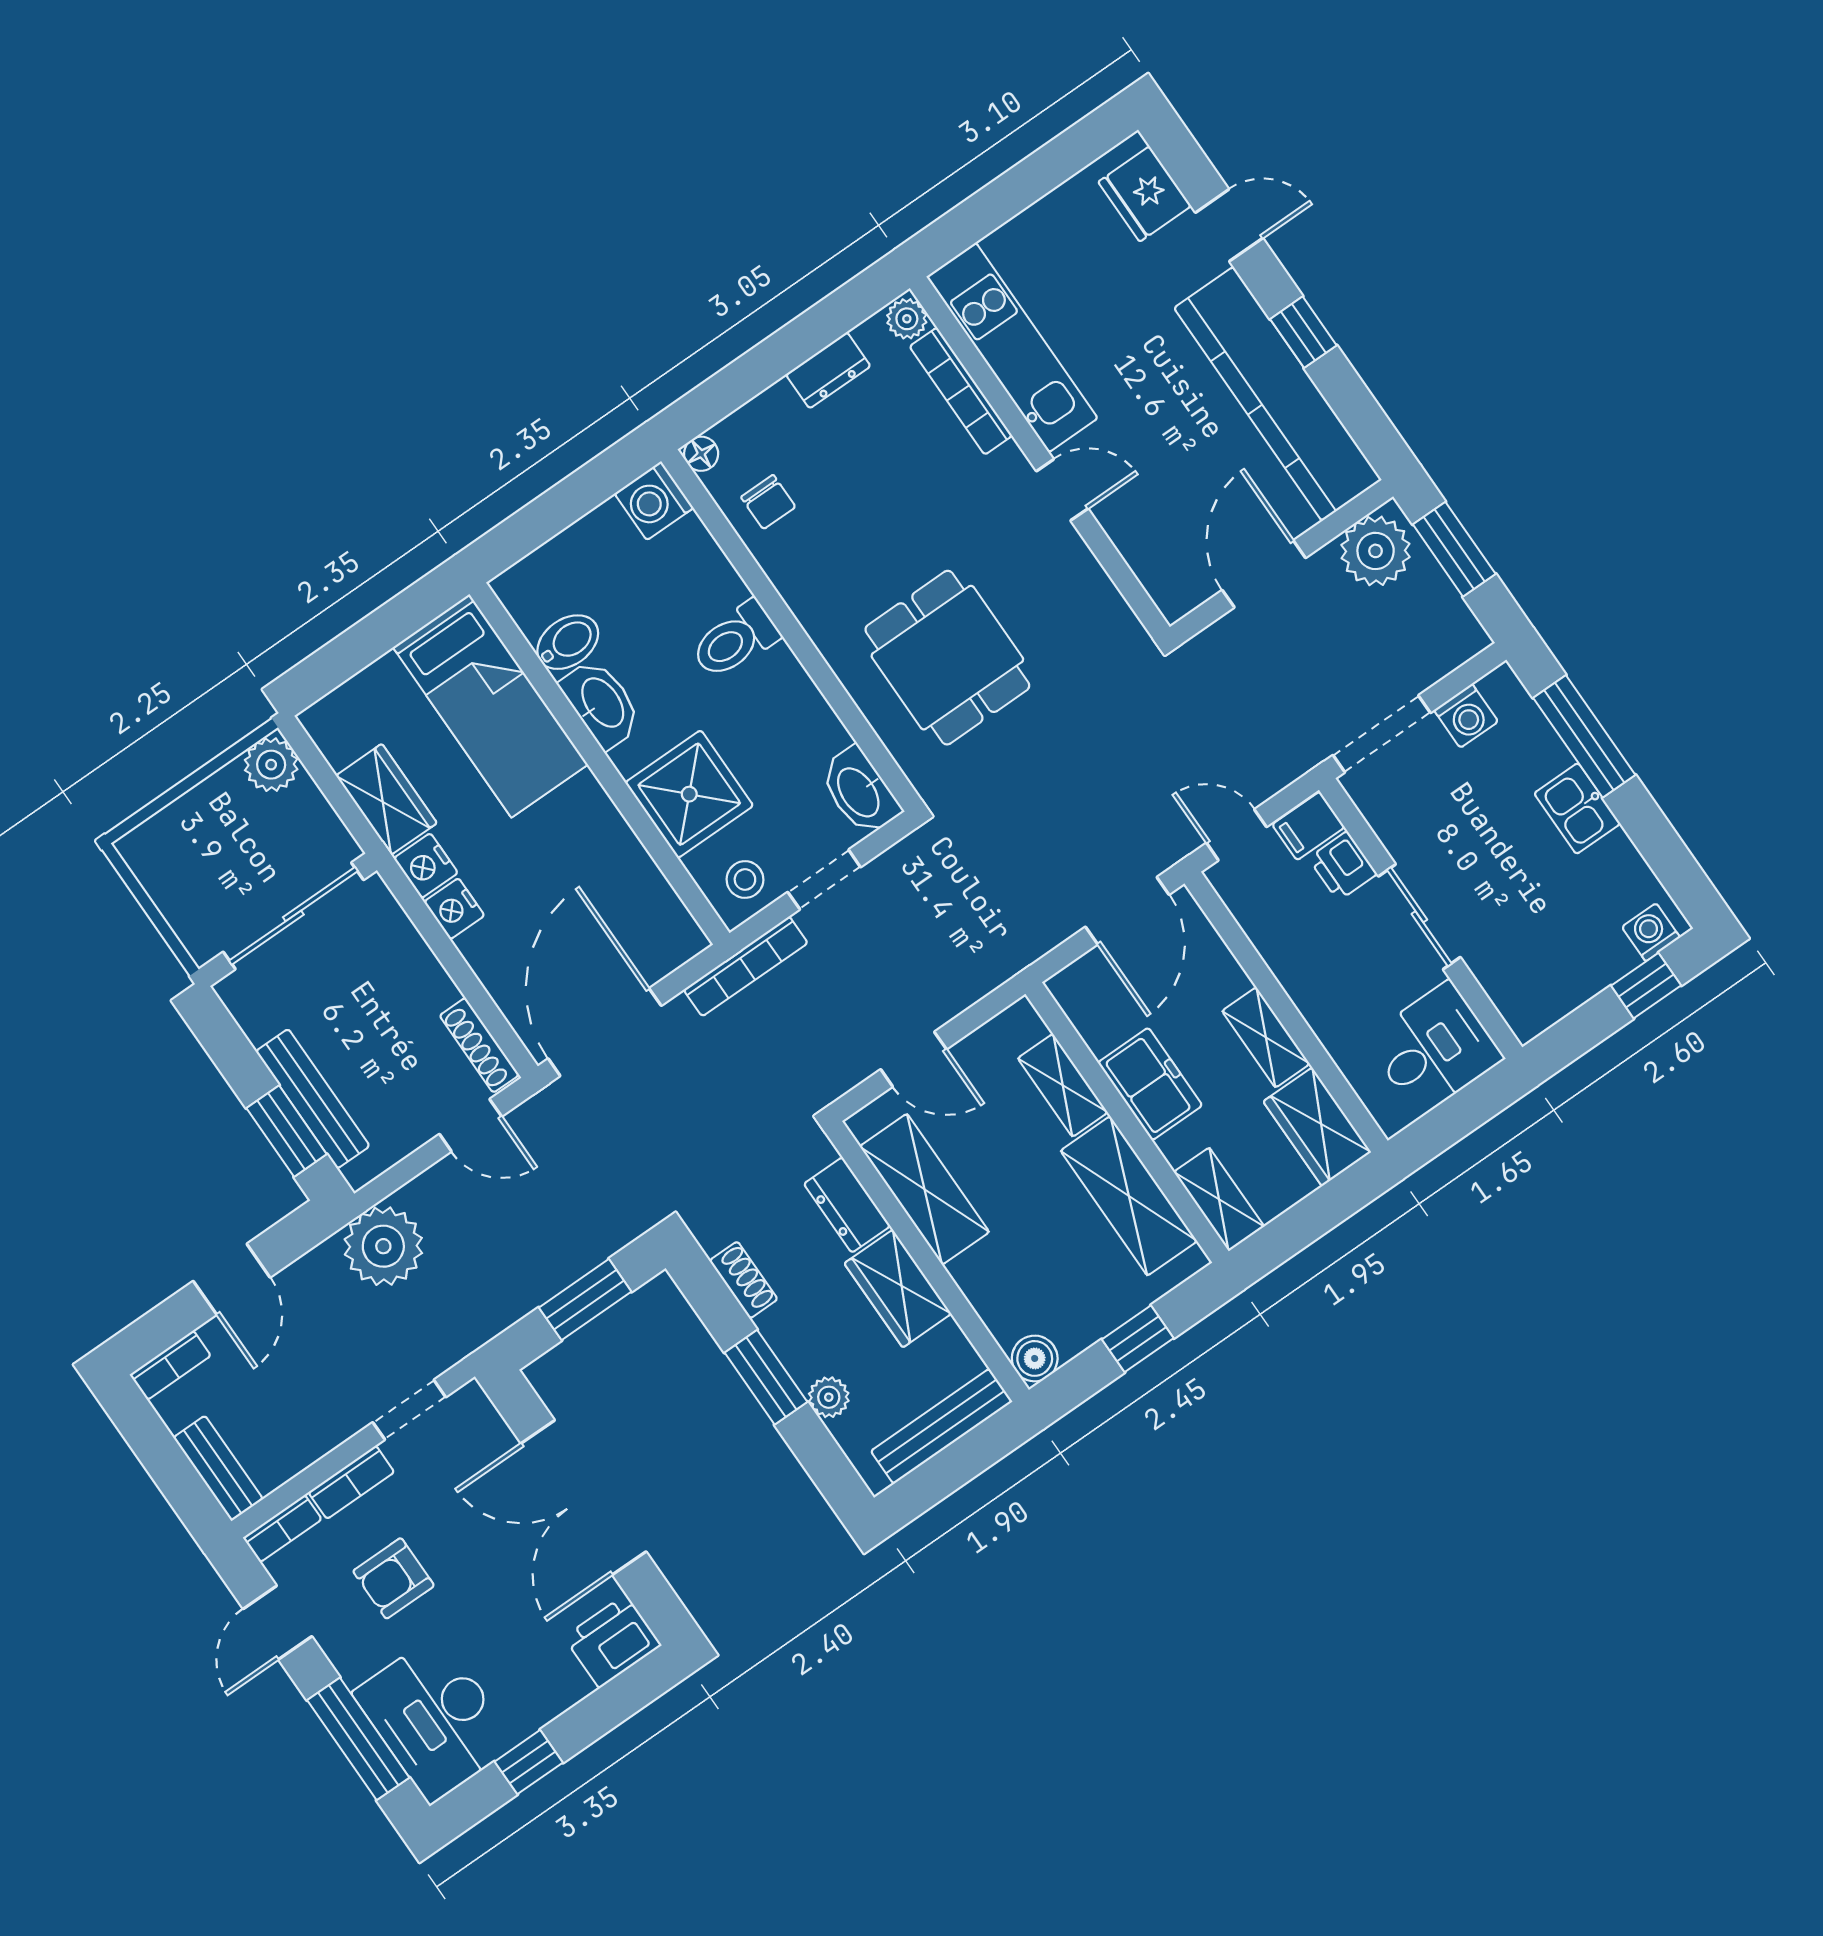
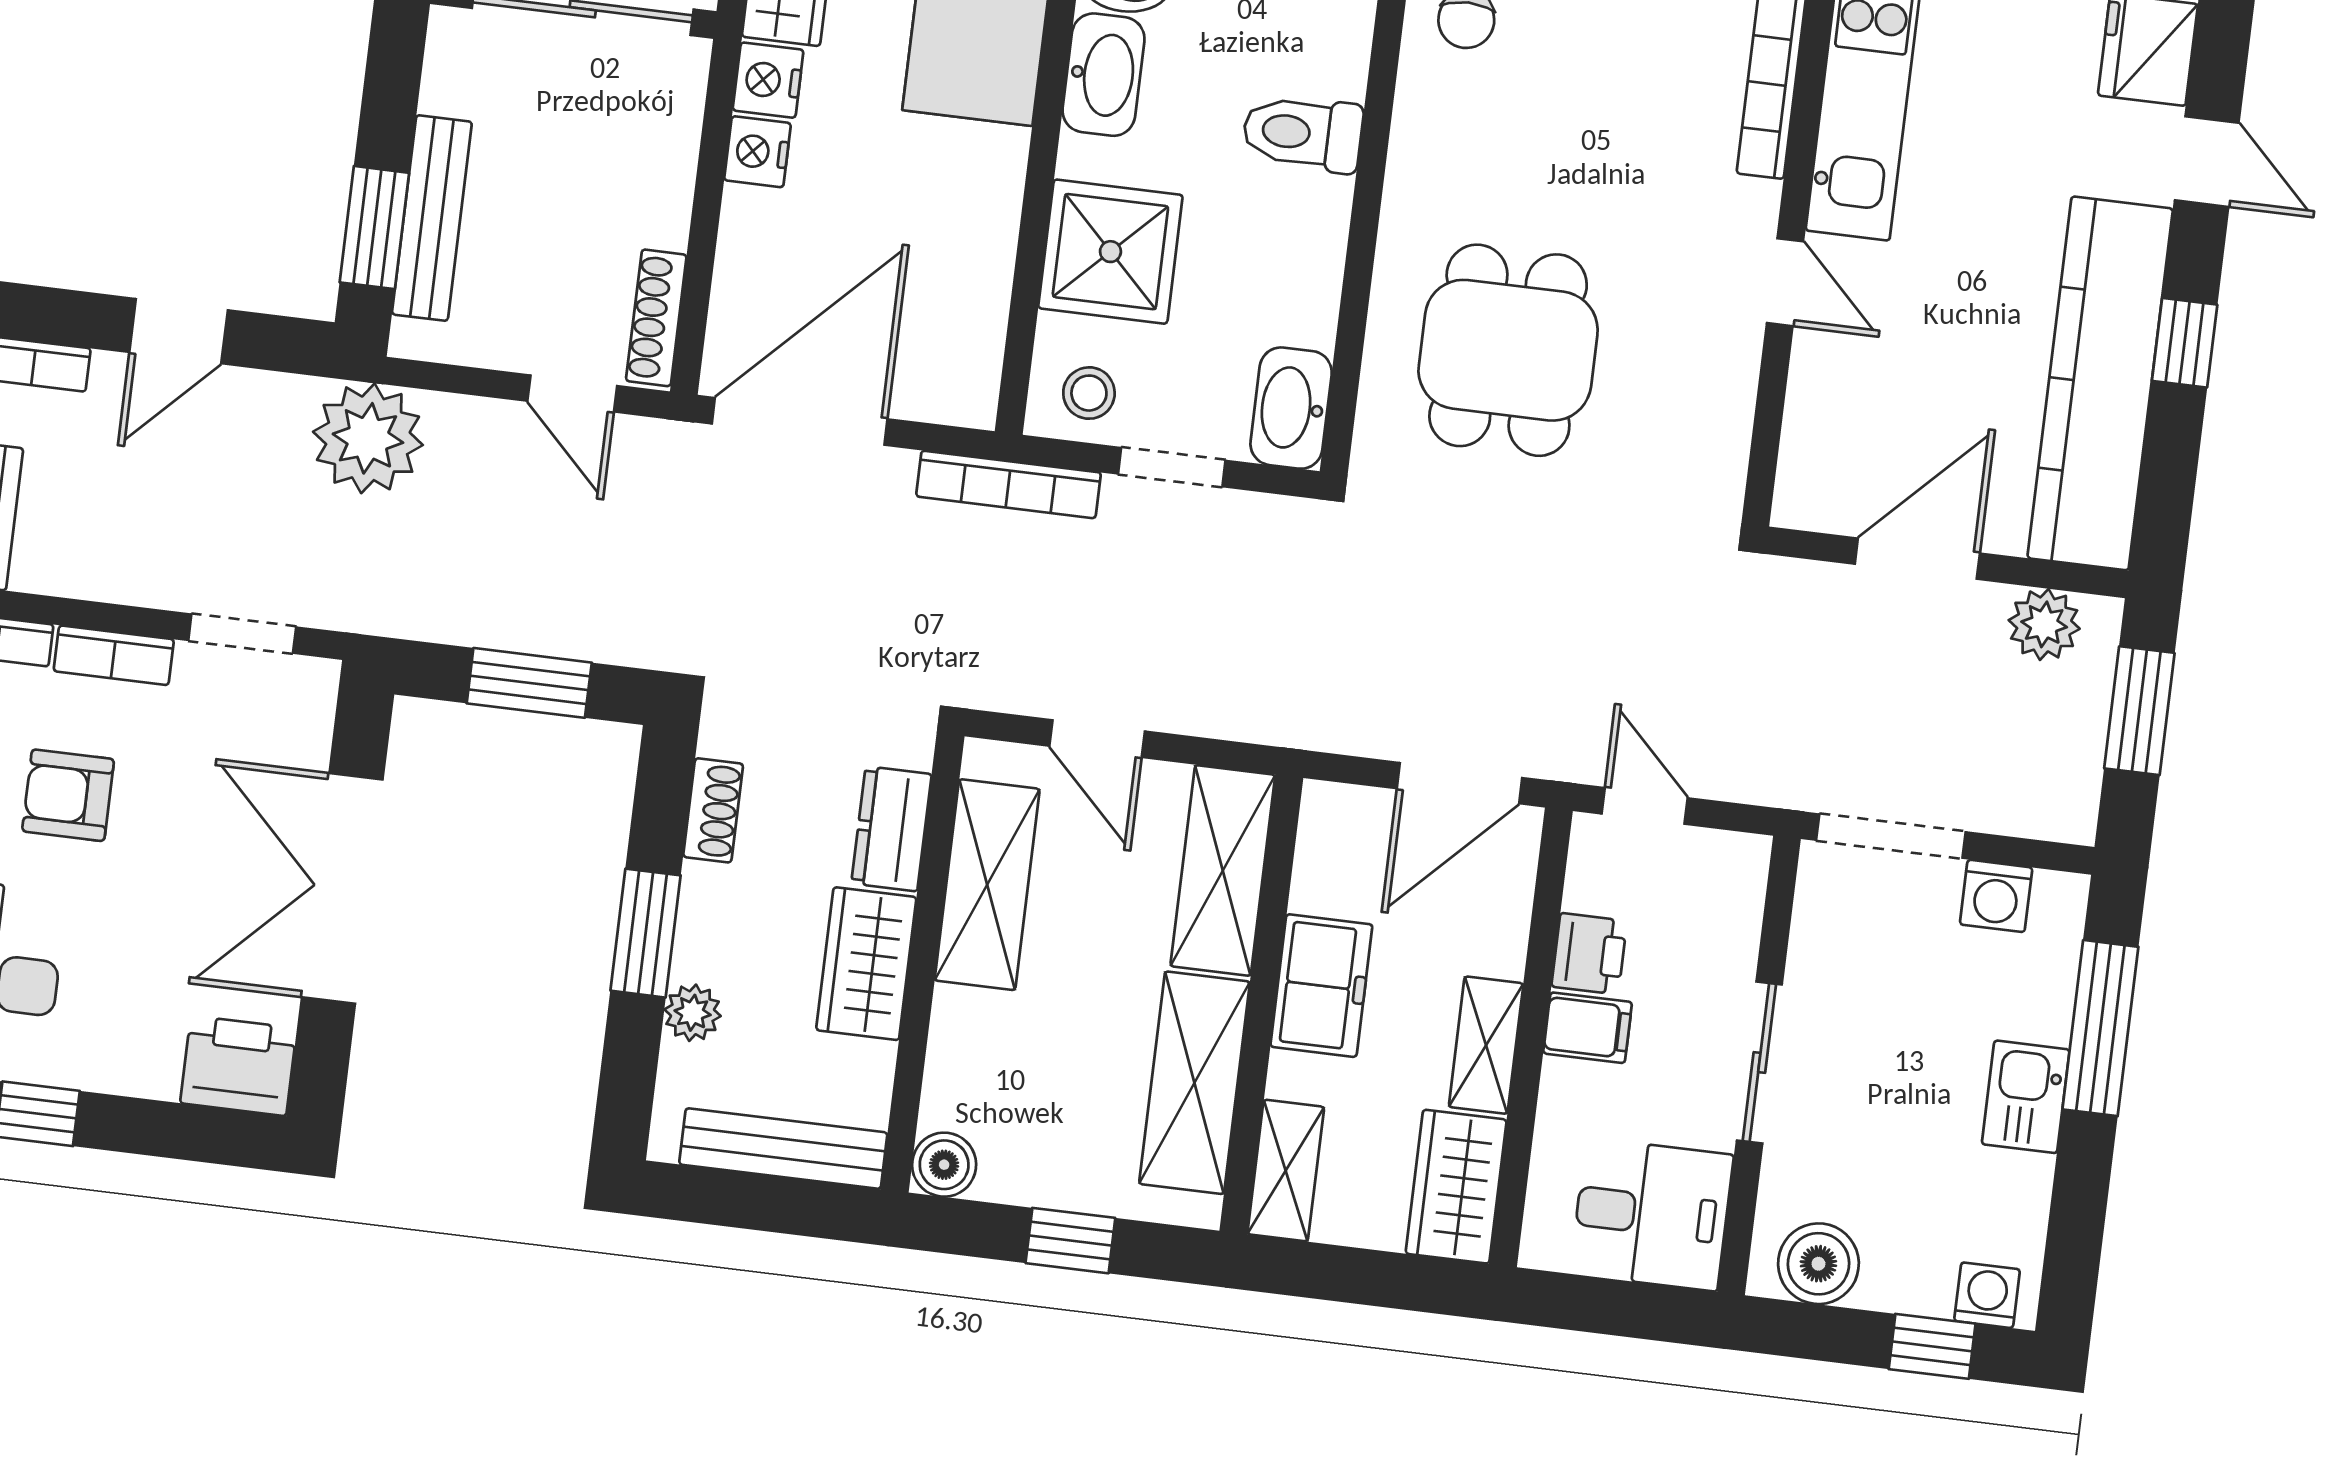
plant: (1376, 551) -> (2044, 624), width x0.73, depth x0.73
filing cabinet: (1308, 826) -> (1588, 1028), moved, turned 180
printer: (1343, 866) -> (1589, 954), moved, turned 180
boiler: (1546, 996) -> (1818, 1264), added
shelving: (1063, 1085) -> (1223, 871), width x1.50, depth x1.33

